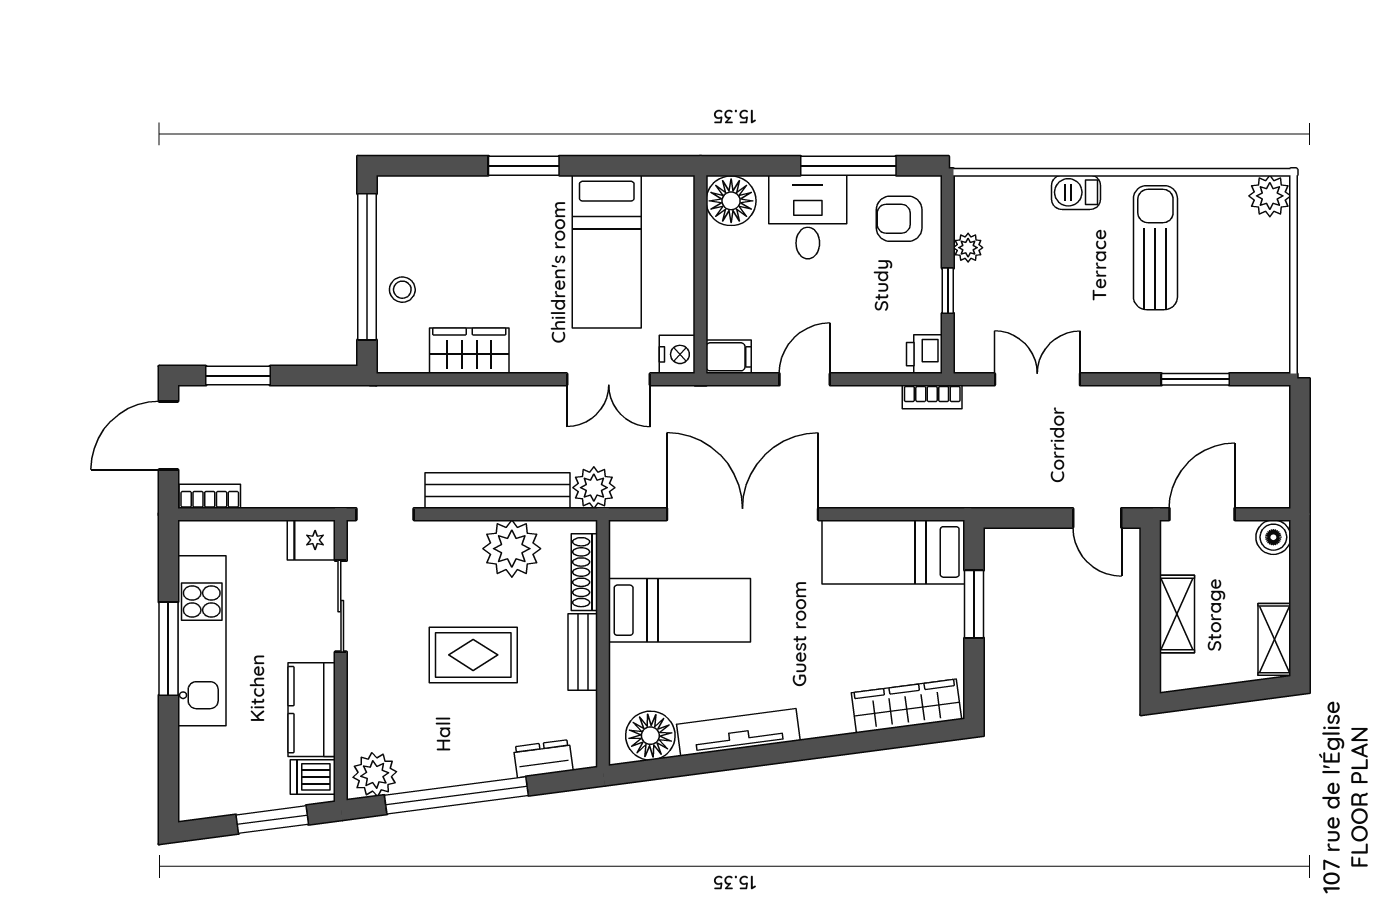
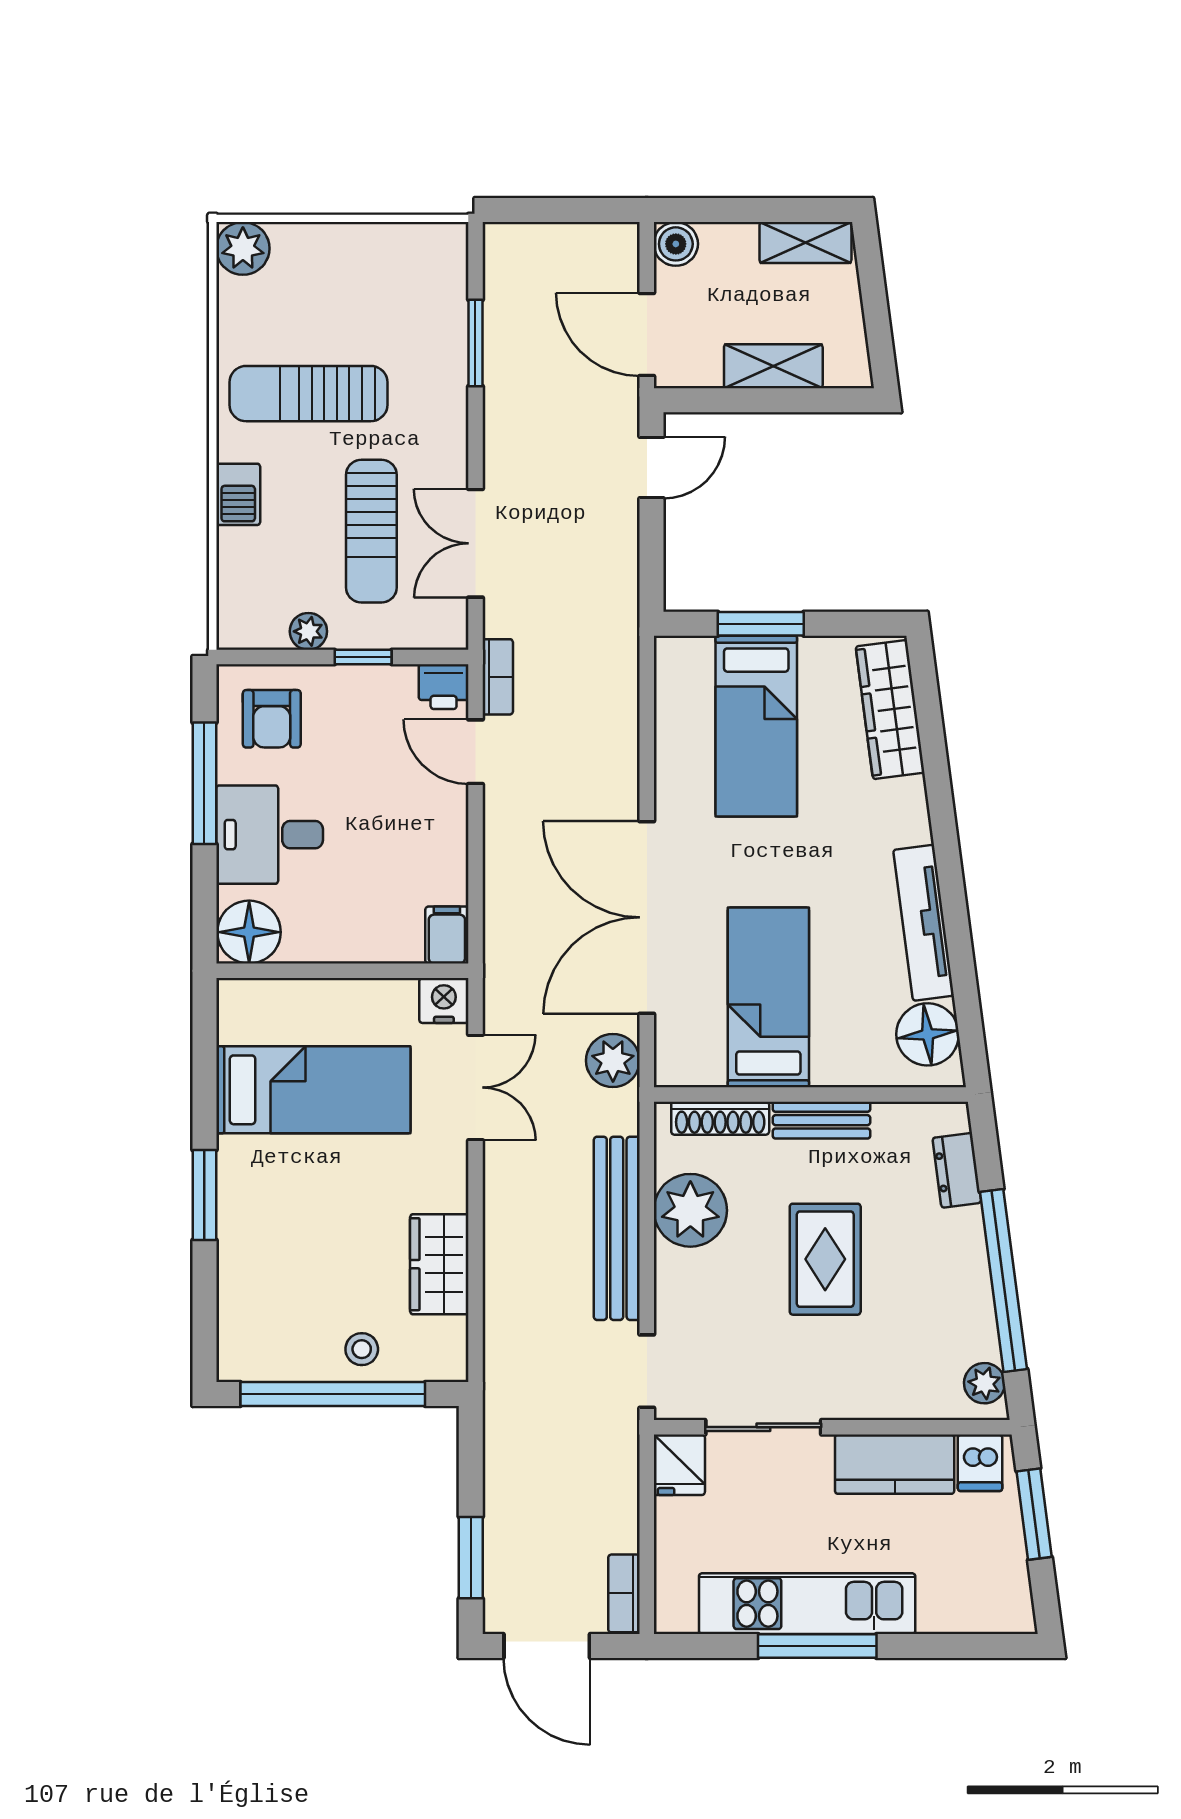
sun lounger: (1047, 297) -> (371, 531), added
door: (805, 379) -> (475, 752), moved
plant: (594, 488) -> (613, 1061), moved
bed: (893, 552) -> (756, 726), moved
plant: (375, 774) -> (984, 1383), width x0.73, depth x0.73

